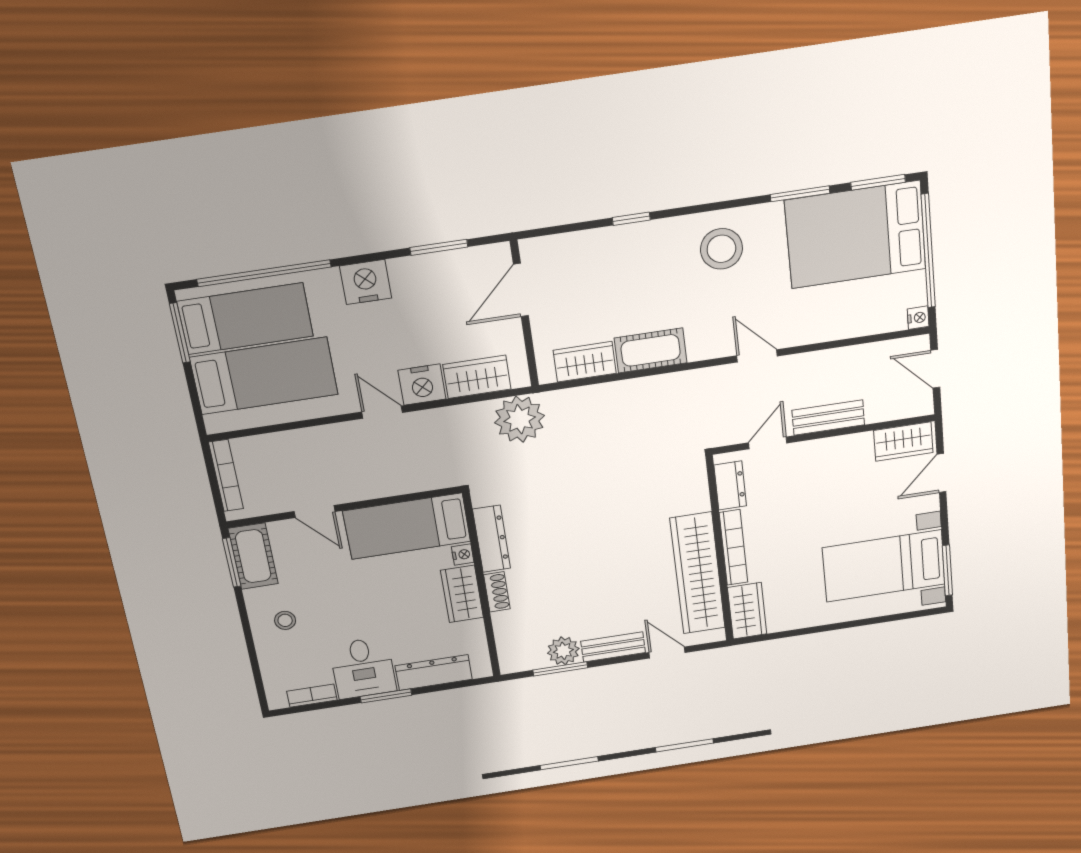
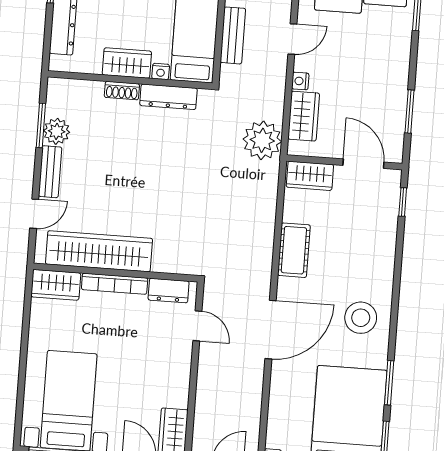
window: (631, 219) -> (403, 202), moved
nightstand: (366, 282) -> (396, 52), removed
door: (757, 356) -> (271, 330), width x1.88
wardrobe: (585, 362) -> (310, 176), moved, turned 90
nightstand: (422, 385) -> (300, 81), width x0.53, depth x0.56
bench: (828, 418) -> (233, 35), moved

